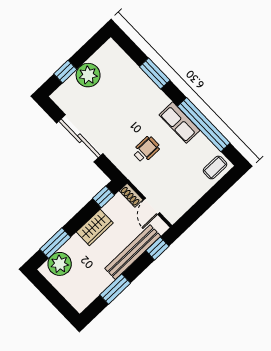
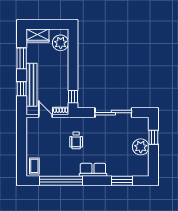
window: (155, 73) -> (122, 181), moved
row of seats: (180, 123) -> (93, 170), moved
wardrobe: (95, 227) -> (37, 36), moved, turned -90
window: (55, 243) -> (73, 51), removed
window: (157, 248) -> (22, 89), moved

